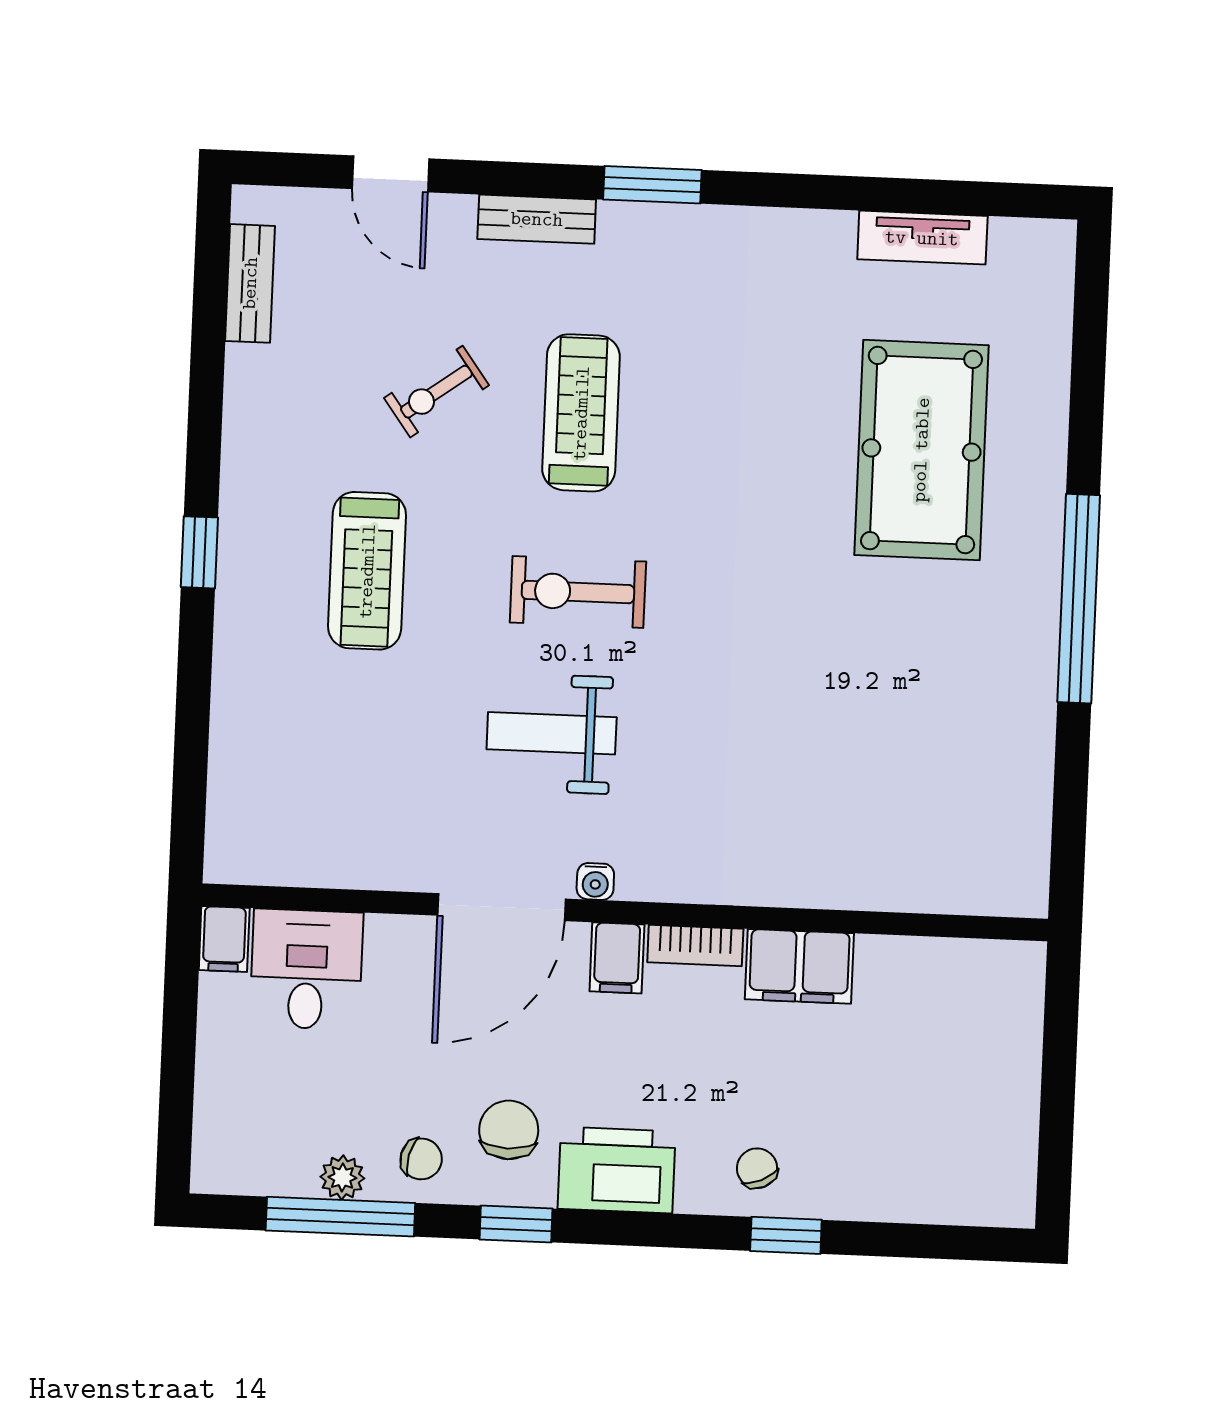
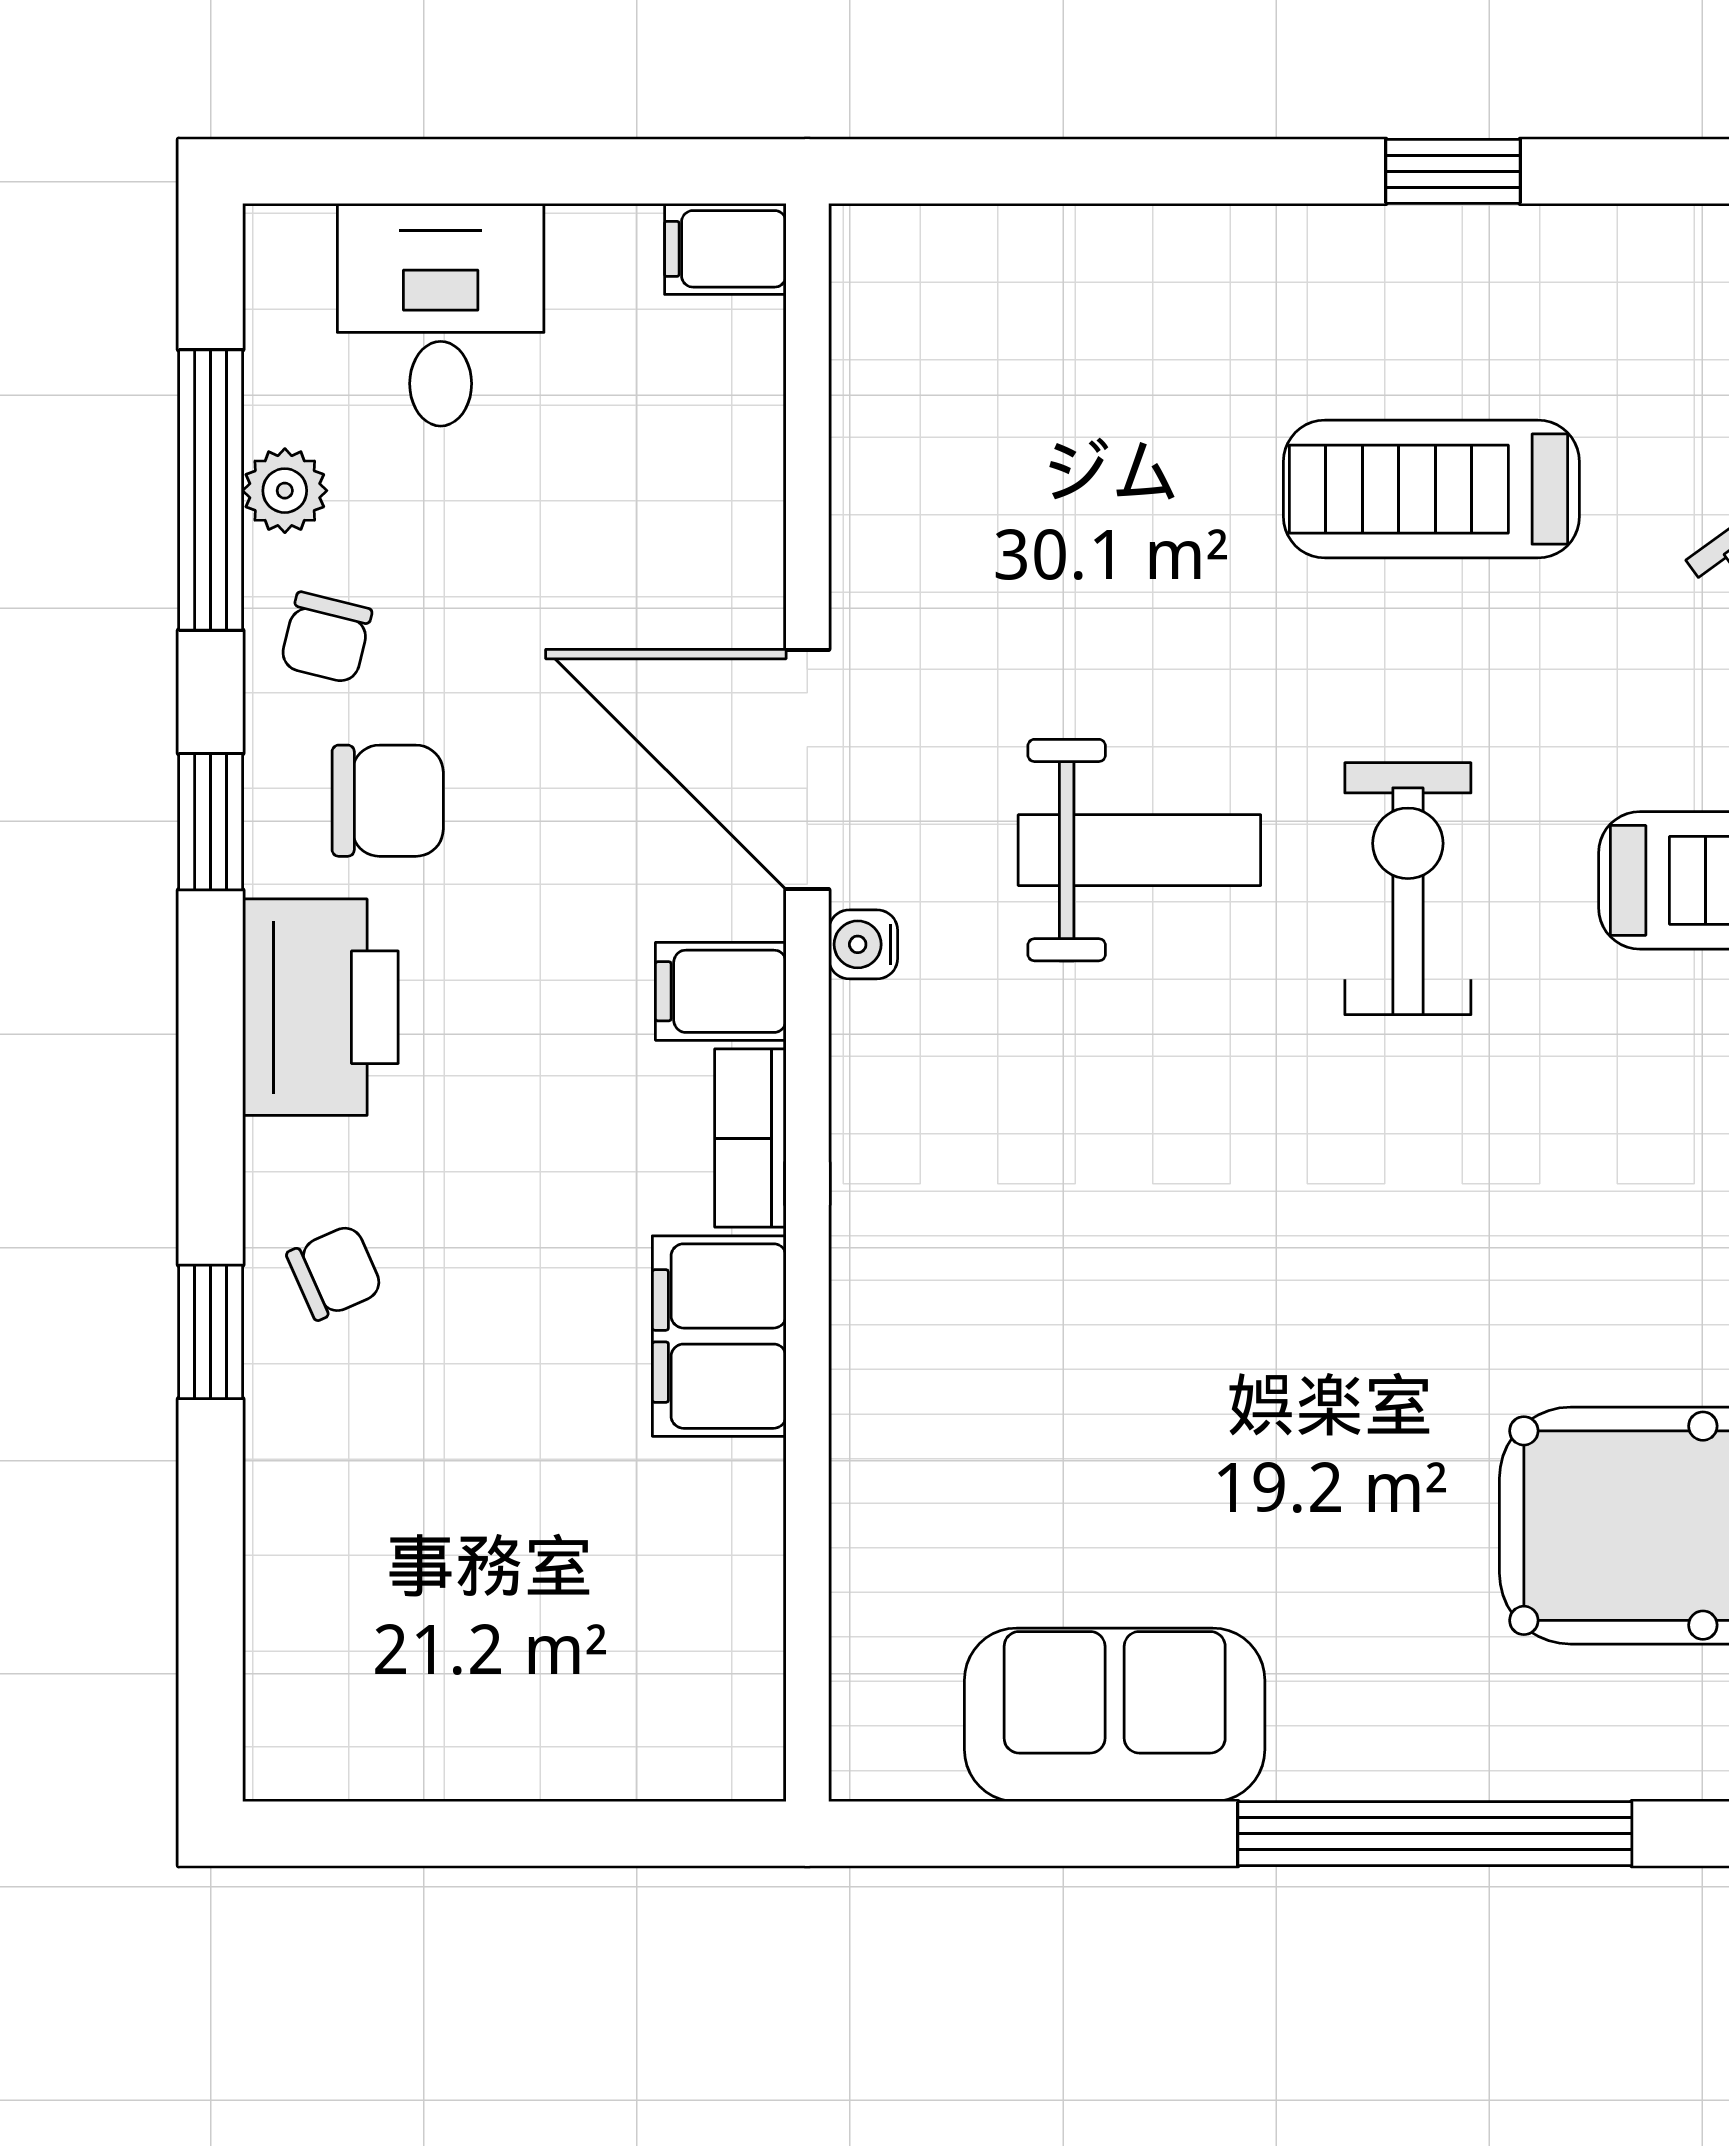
weight bench: (552, 733) -> (1139, 850), turned 90
sofa: (1009, 766) -> (1115, 1715), added
desk: (306, 969) -> (441, 315), moved, turned -90

